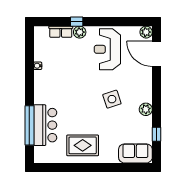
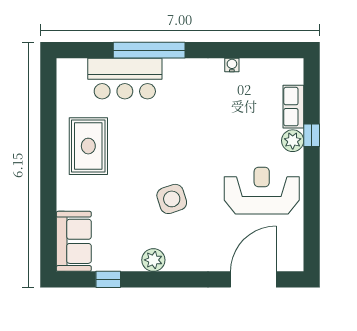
plant: (146, 32) -> (293, 261), removed
window: (29, 125) -> (149, 50), moved

